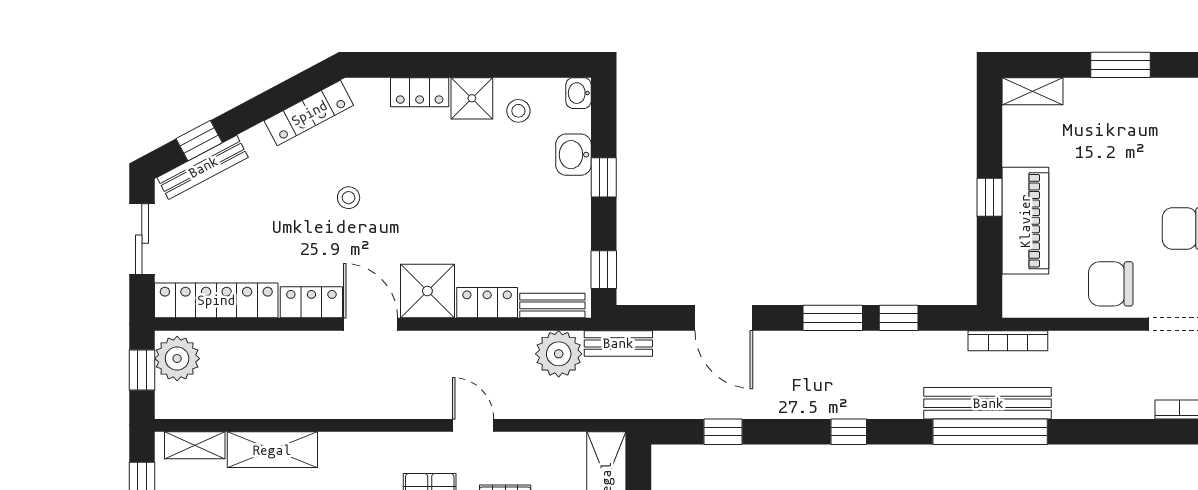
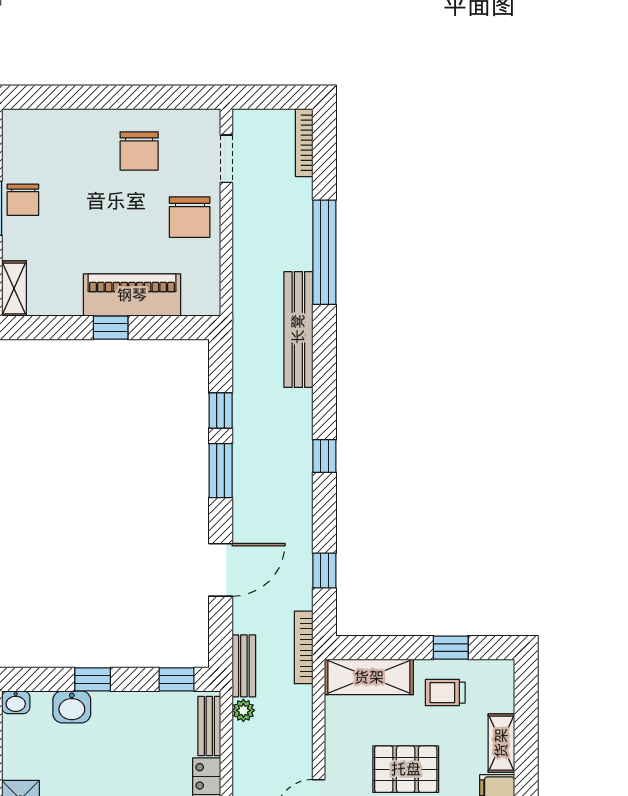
chair: (1130, 101) -> (23, 200), added
stool: (518, 111) -> (32, 757), removed
bookcase: (1008, 341) -> (304, 647), moved, turned 180
plant: (559, 354) -> (243, 710), width x0.53, depth x0.53
window: (990, 432) -> (324, 252), moved

